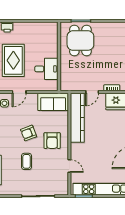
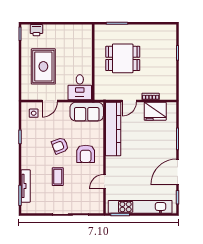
dining table: (80, 41) -> (123, 58), moved, turned 90
desk: (46, 69) -> (80, 87), moved, turned 90
door: (69, 166) -> (104, 182), swing flipped

